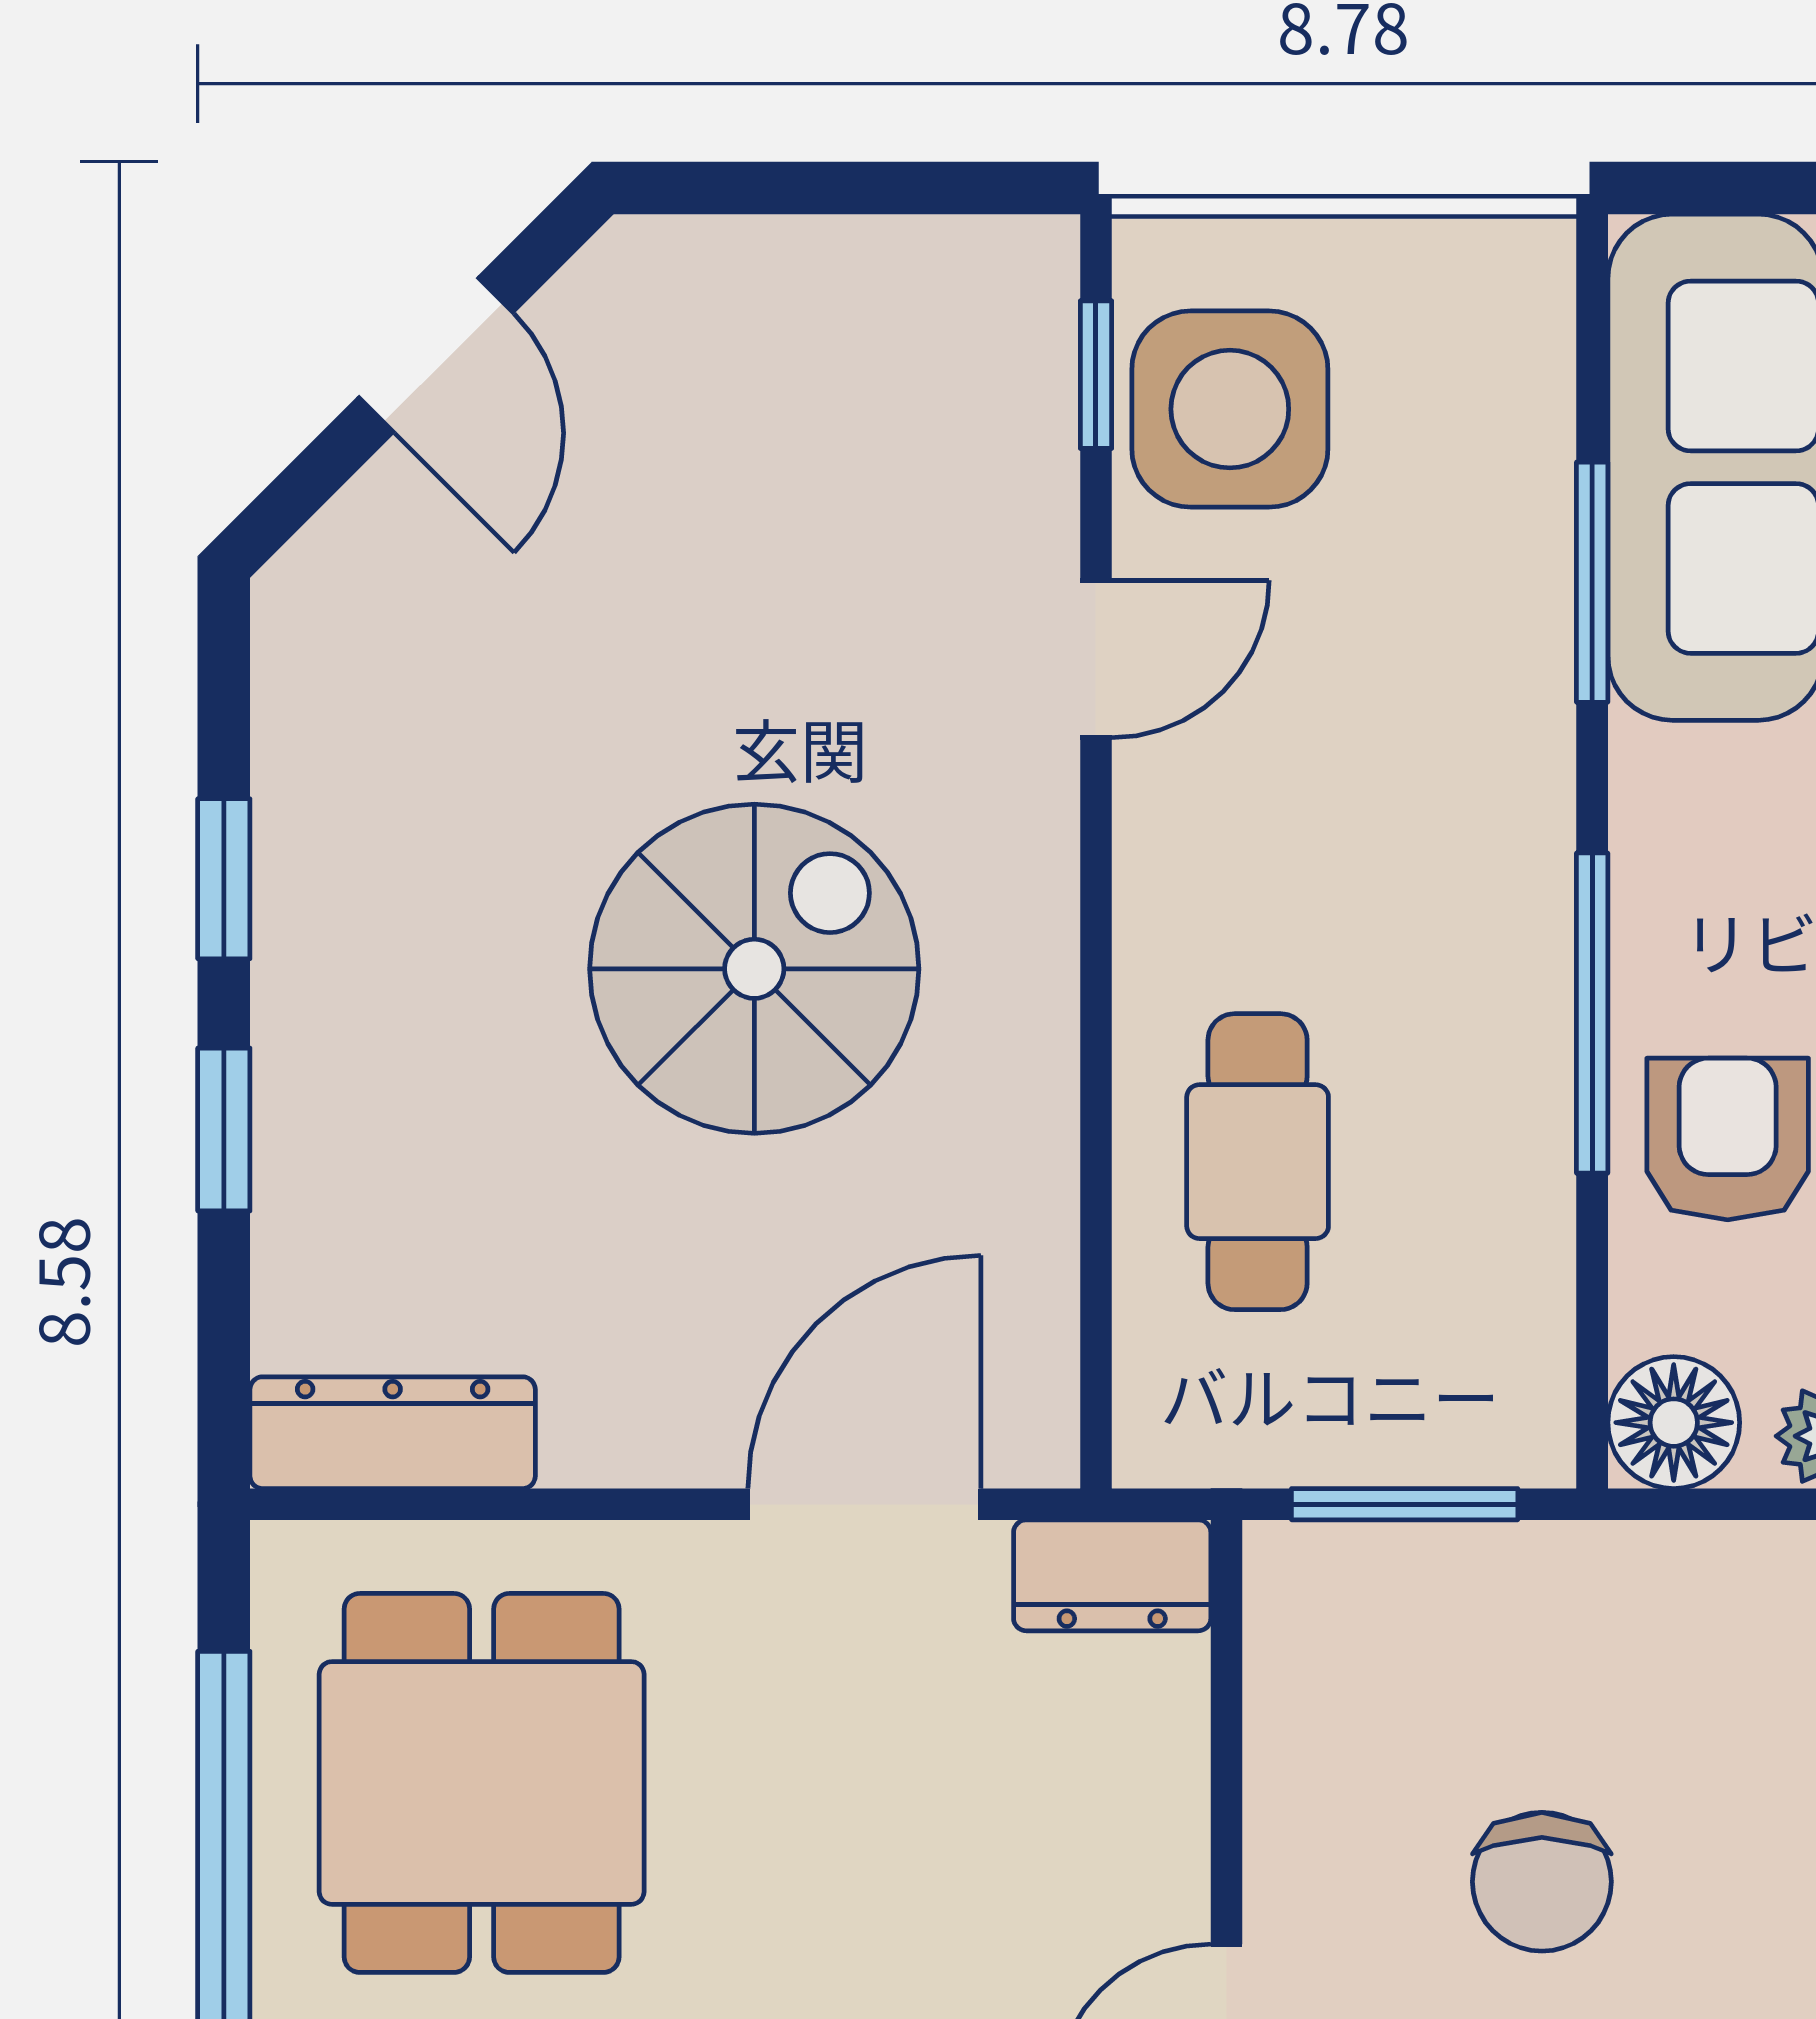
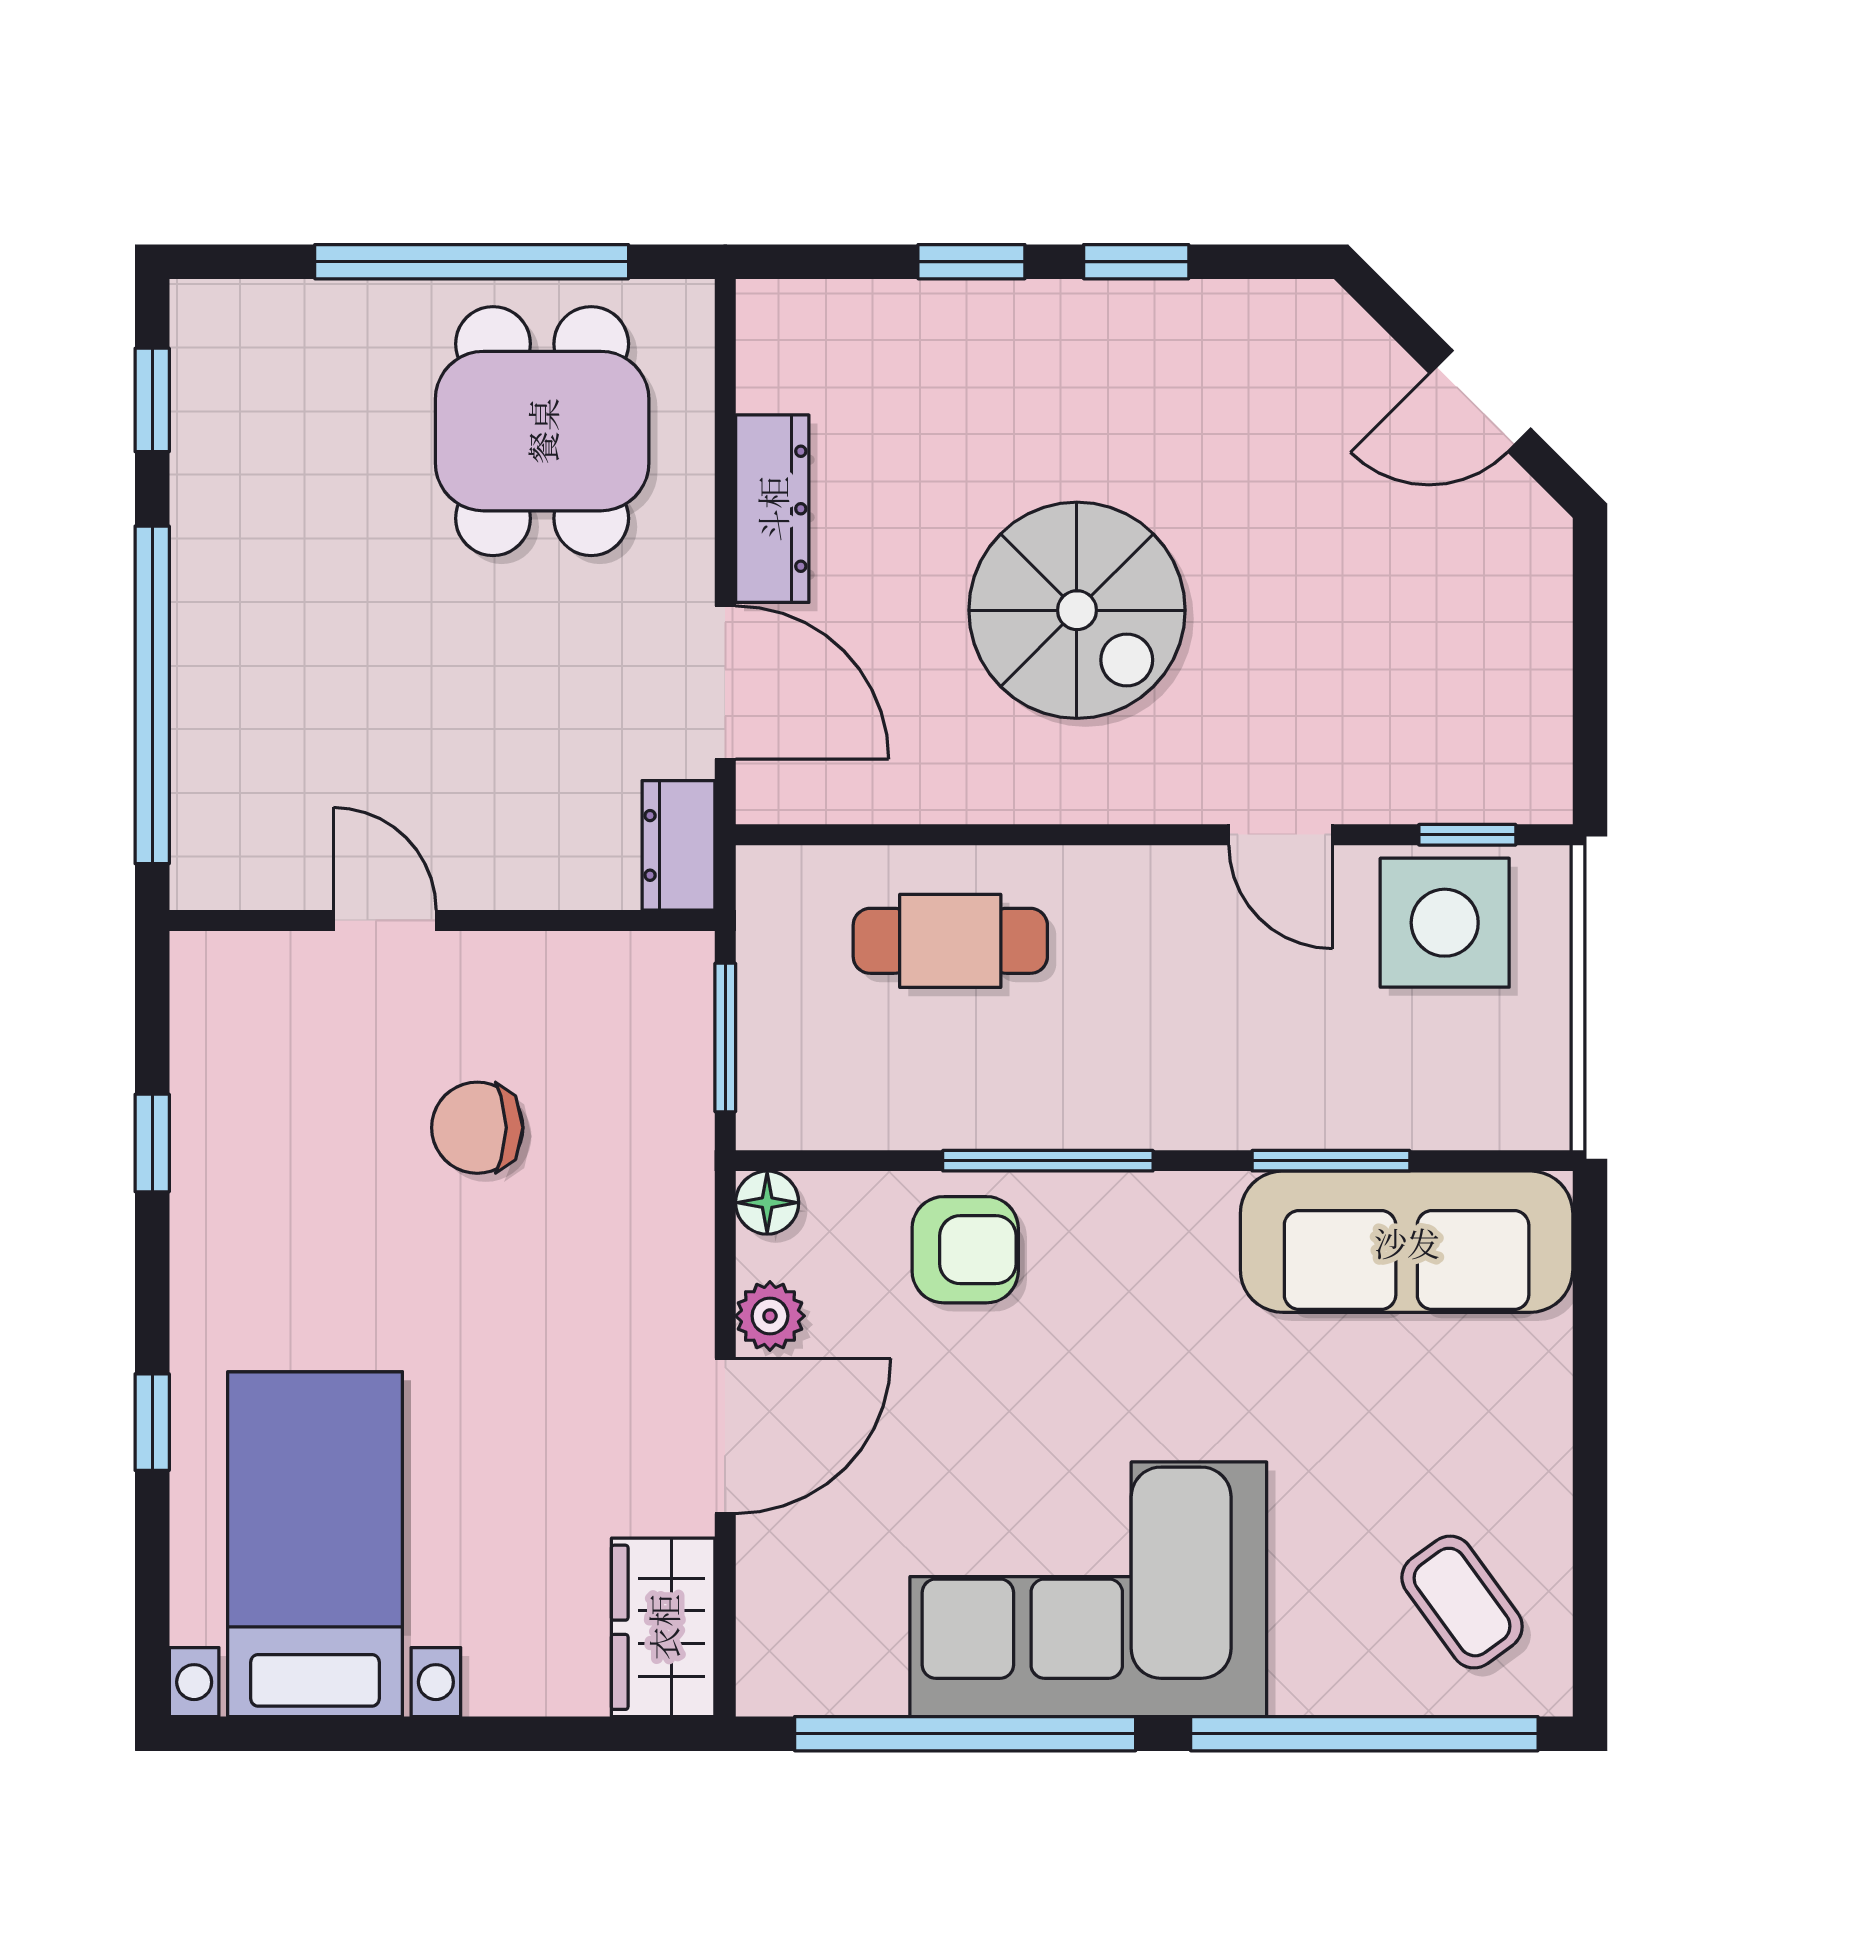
floor lamp: (1674, 1423) -> (767, 1203), width x0.73, depth x0.73
dresser: (393, 1433) -> (772, 509), moved
dining table: (482, 1783) -> (542, 431), turned 90

